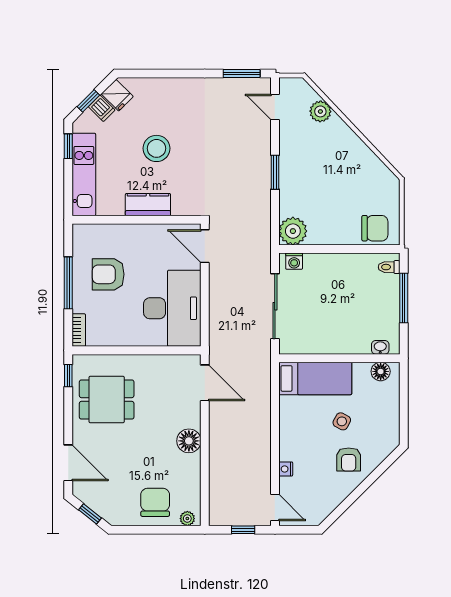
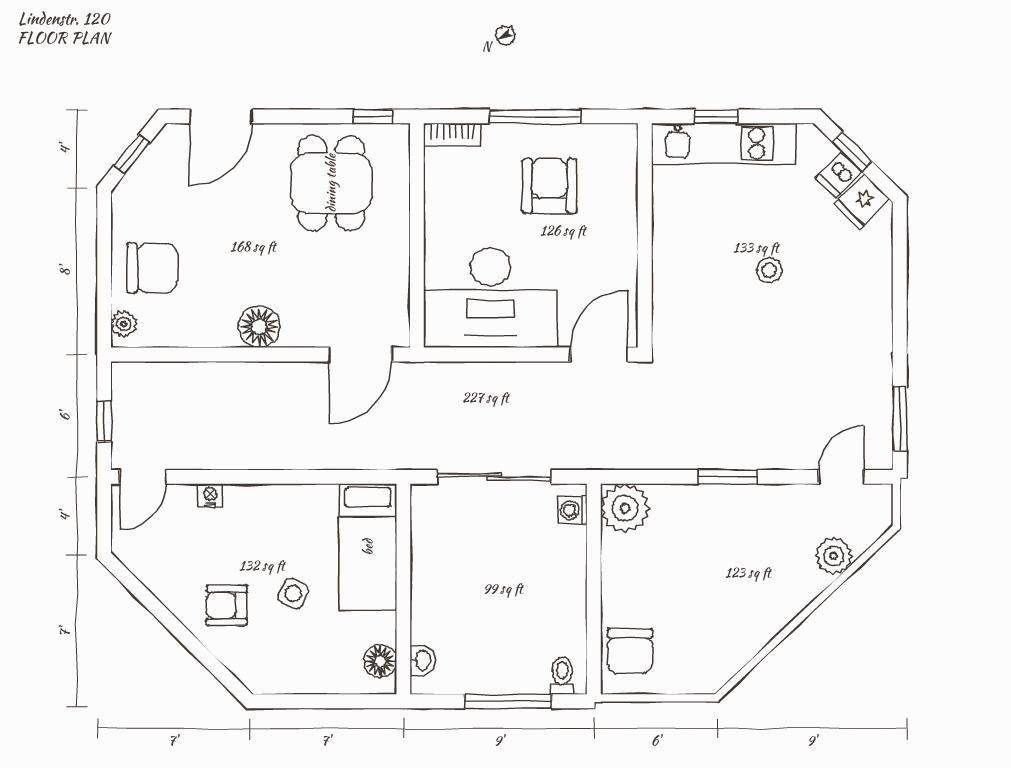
window: (68, 146) -> (716, 116), moved
stool: (156, 148) -> (769, 270), width x0.53, depth x0.53
kitchen counter: (148, 205) -> (671, 255), removed

